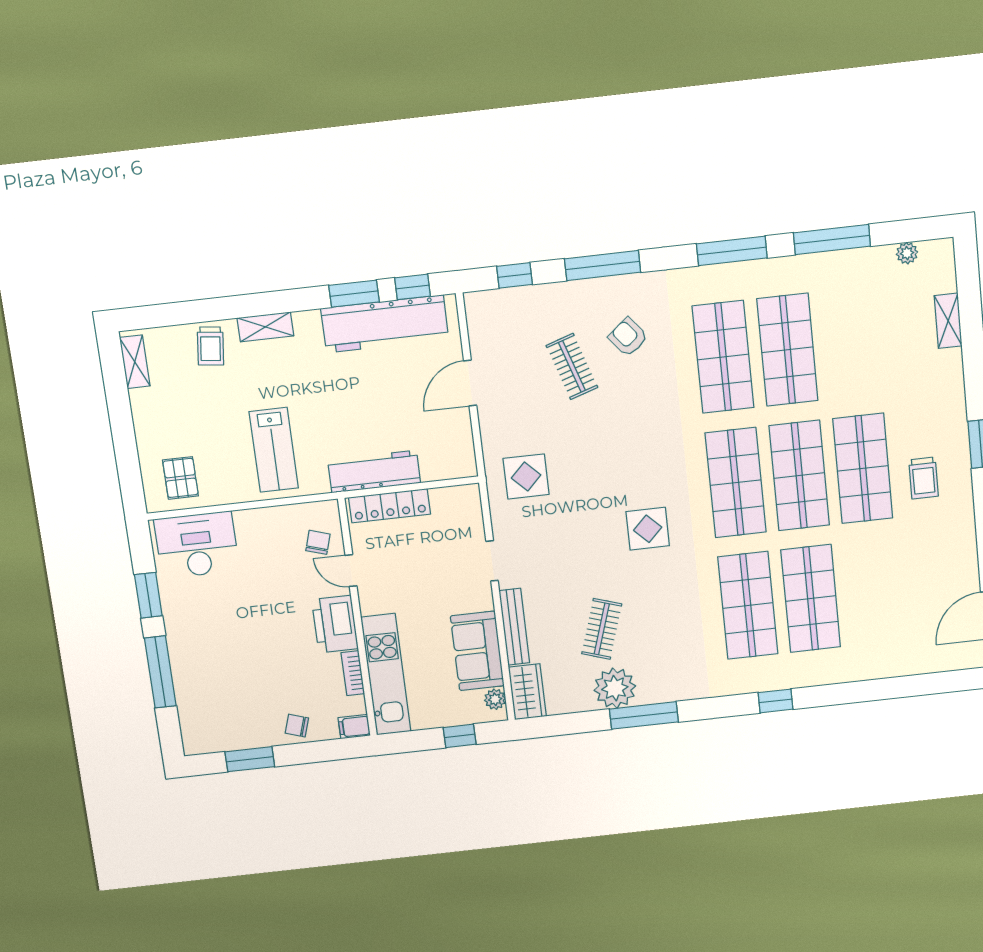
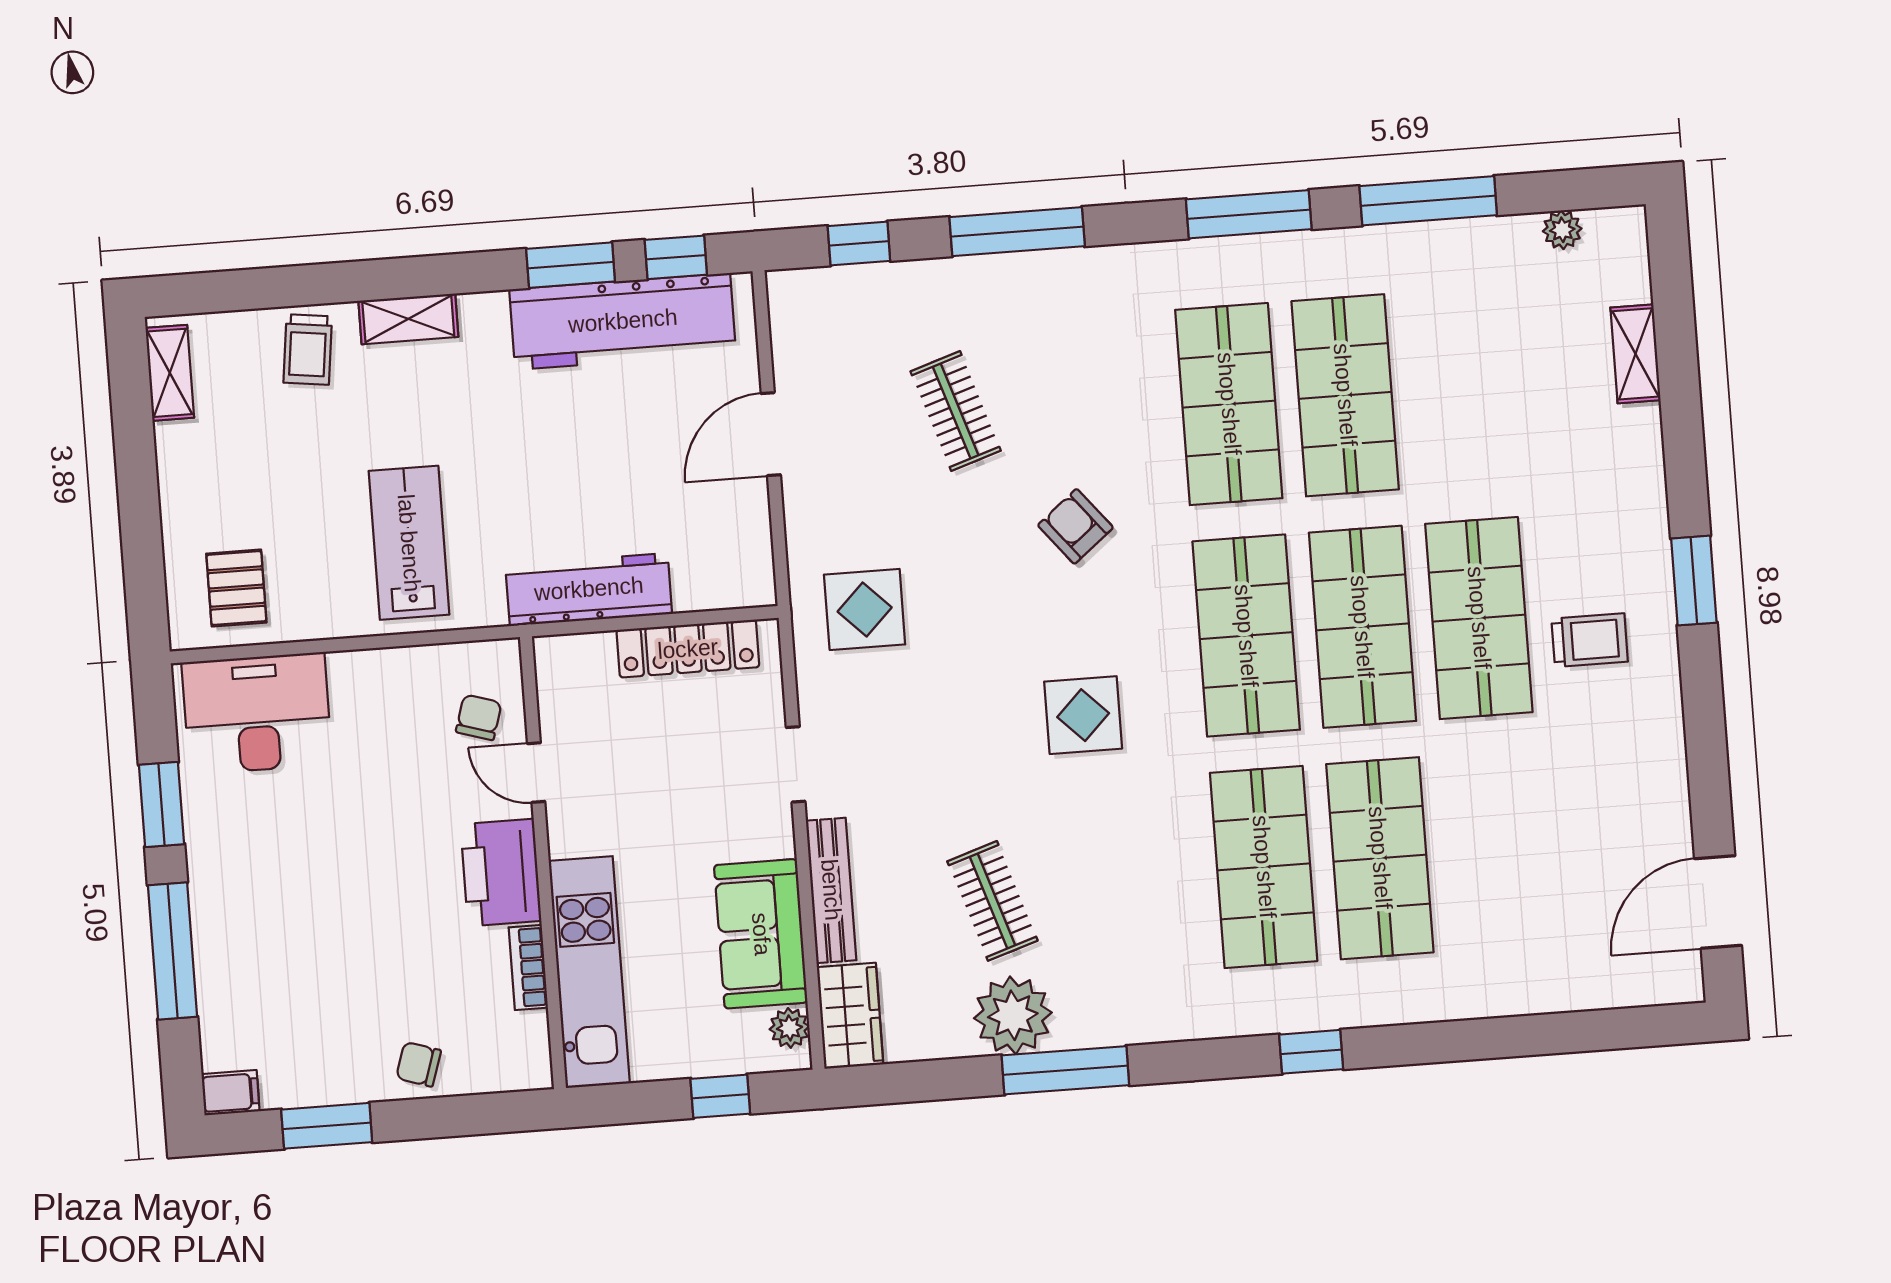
armchair: (628, 337) -> (1075, 526), moved
lab bench: (274, 450) -> (409, 543), turned 180
trolley: (924, 478) -> (1590, 640), turned -90
locker: (390, 506) -> (688, 649), moved
clothes rail: (602, 629) -> (992, 901), turned -36
filing cabinet: (354, 727) -> (231, 1093), moved, turned 180

